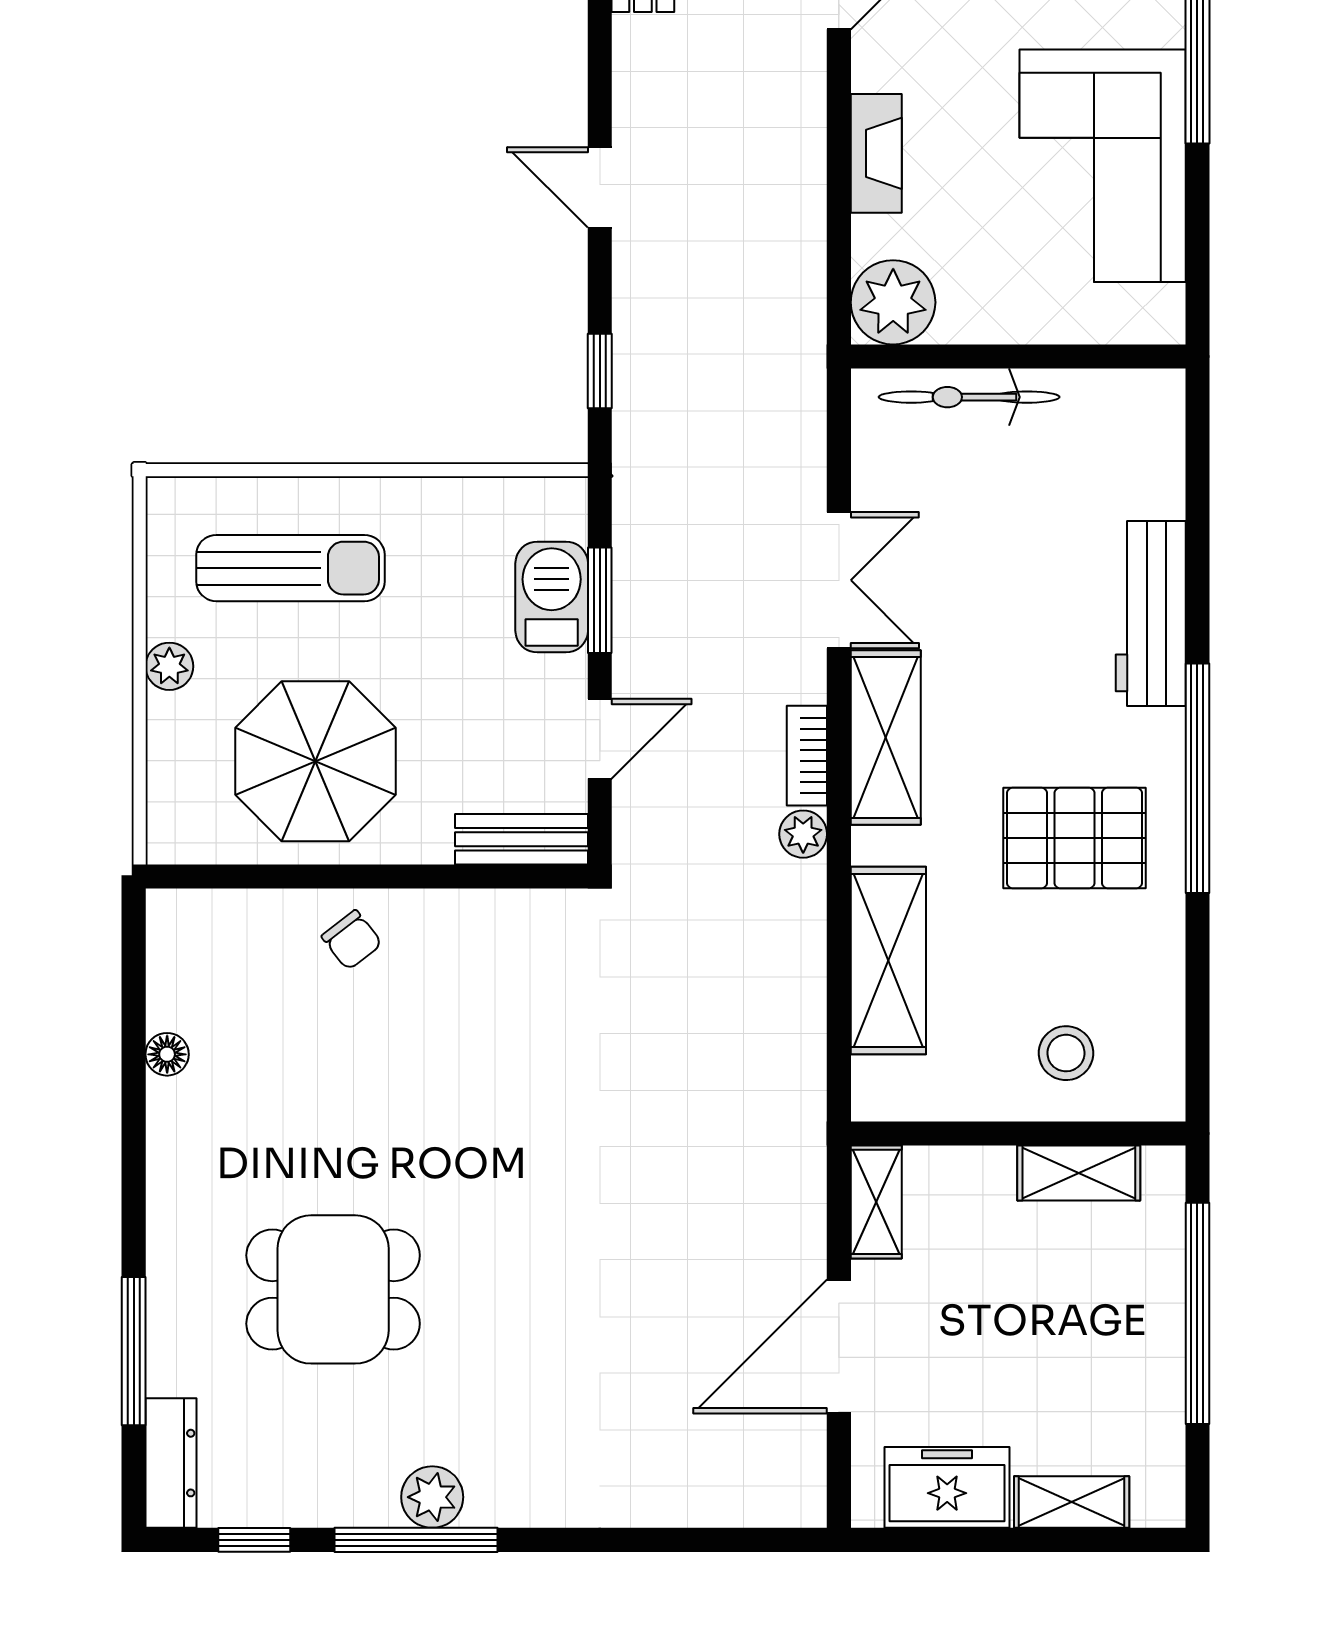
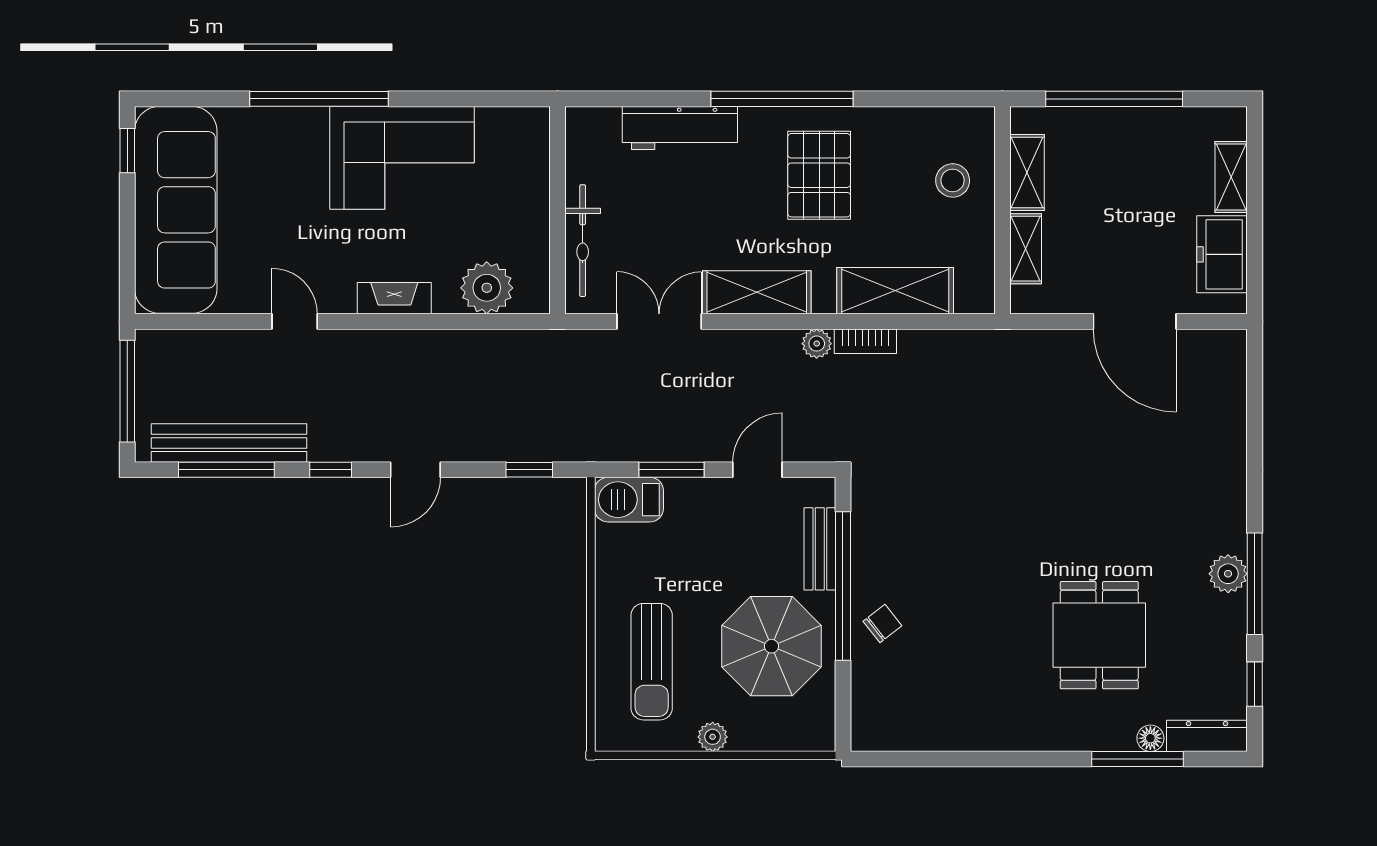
window: (600, 51) -> (331, 470), added
wall: (1018, 356) -> (557, 210), moved
bicycle: (969, 397) -> (583, 241), moved
sun lounger: (290, 568) -> (652, 662), turned 180
barbecue: (552, 597) -> (629, 500), moved
door: (600, 739) -> (757, 470), hinge flipped
bookcase: (807, 756) -> (865, 341), moved
bench: (521, 839) -> (820, 549), moved
window: (412, 876) -> (843, 586), added
floor lamp: (167, 1054) -> (1150, 738), moved
shelving: (876, 1202) -> (1026, 249), moved, turned 90

